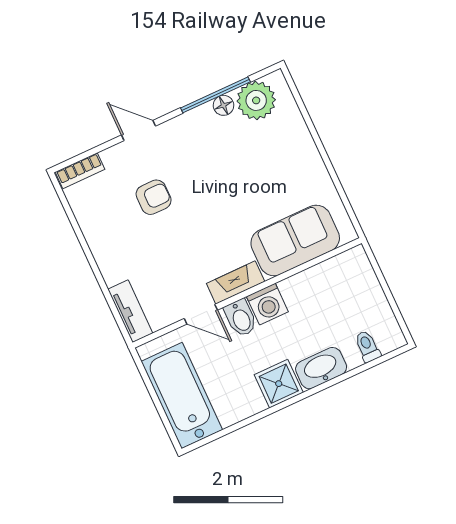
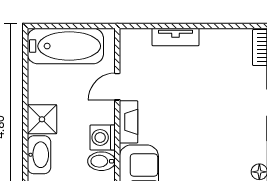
armchair: (154, 197) -> (217, 91), removed
tv unit: (130, 311) -> (176, 37), moved
bidet: (241, 318) -> (101, 161), moved

